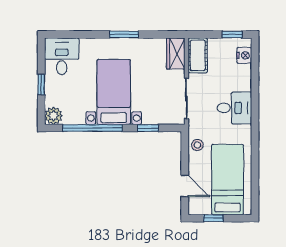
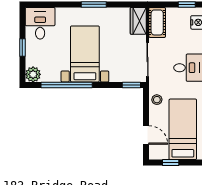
window: (148, 128) -> (131, 85), moved

